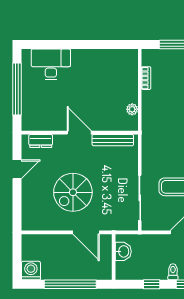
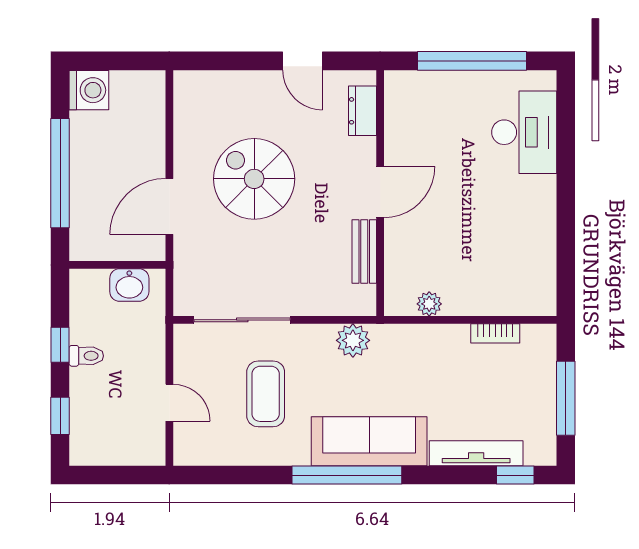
bench: (113, 140) -> (364, 251), width x0.73
plant: (149, 145) -> (353, 340), added
toilet: (173, 272) -> (86, 356), moved

